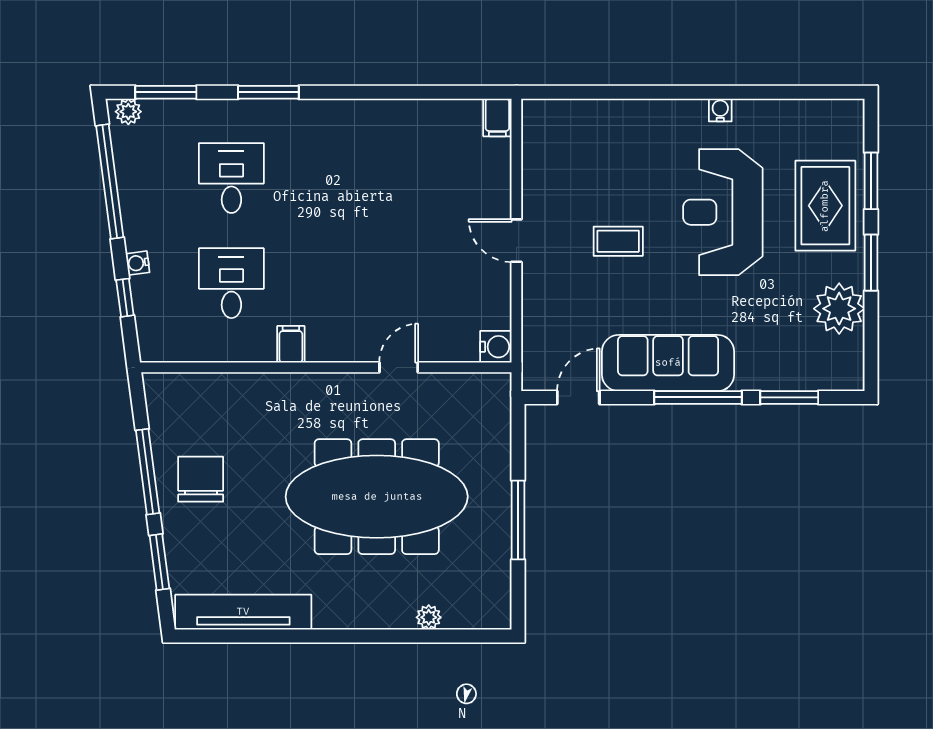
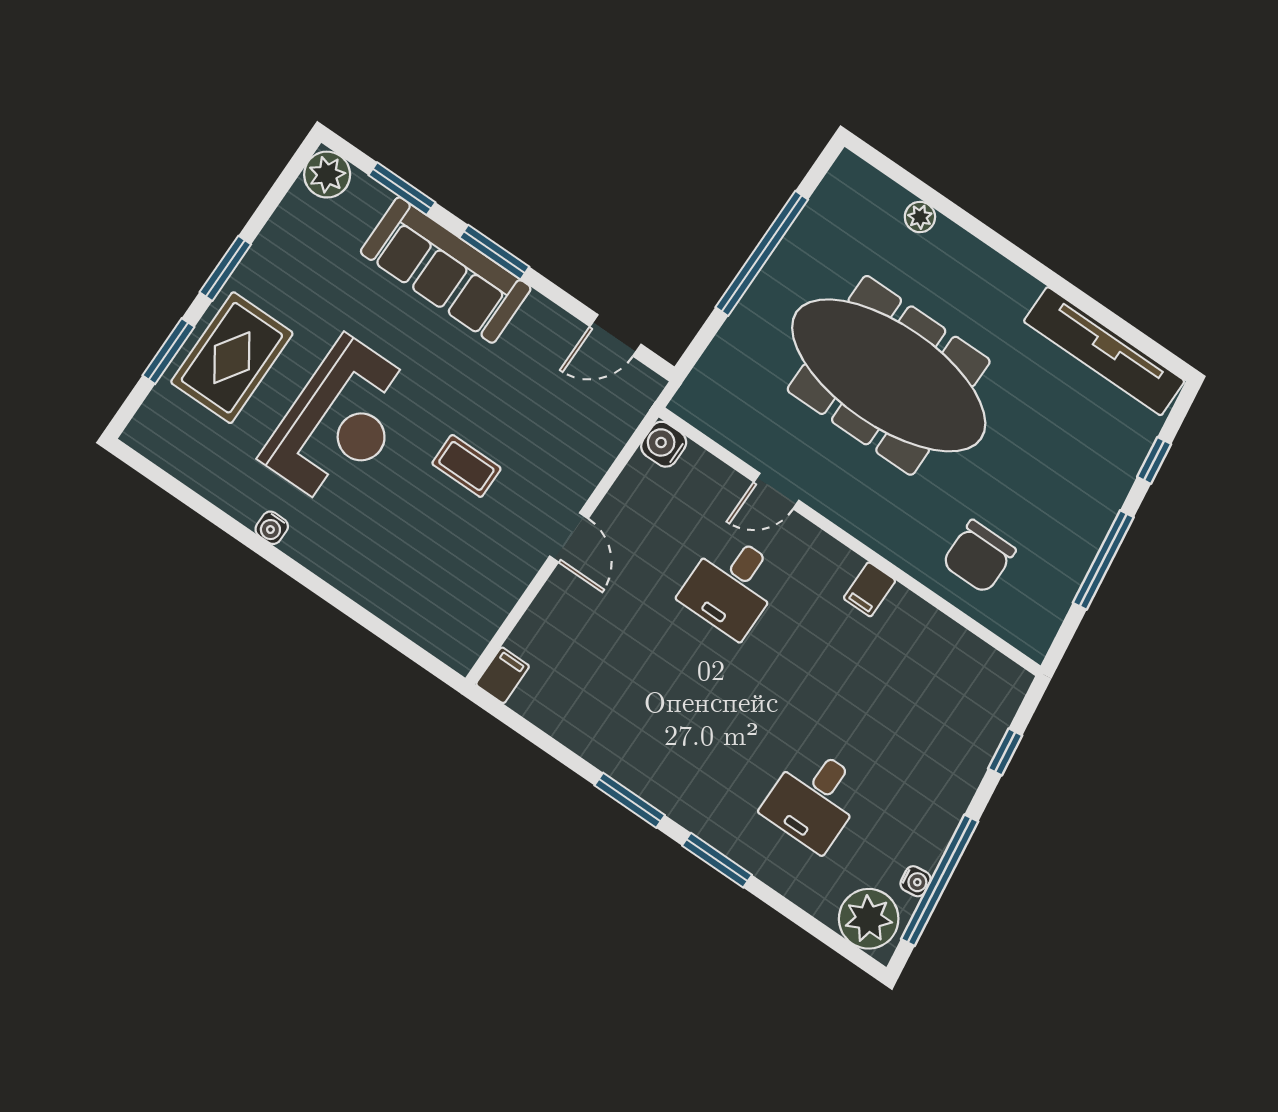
window: (166, 92) -> (630, 800), moved
plant: (128, 112) -> (869, 919), width x1.88, depth x1.88
water cooler: (138, 263) -> (915, 881), moved
desk: (231, 283) -> (732, 586), moved
plant: (839, 309) -> (327, 175), moved, width x0.73, depth x0.73
sofa: (668, 363) -> (446, 270), moved
window: (698, 397) -> (494, 252), width x0.69
chair: (201, 479) -> (979, 557), moved
window: (518, 520) -> (762, 253), width x1.46
window: (159, 562) -> (1154, 460), width x0.67

